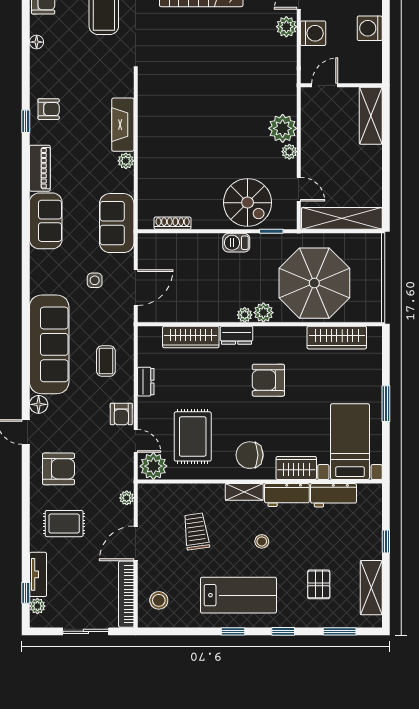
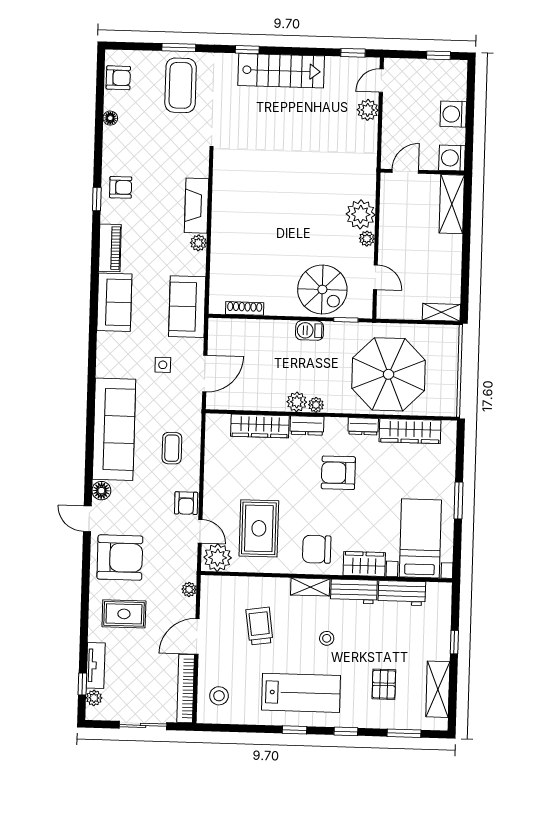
washing machine: (313, 33) -> (452, 158), moved, turned 180
shelving: (342, 218) -> (441, 312), width x0.45, depth x0.75
plant: (263, 313) -> (297, 402), moved
dresser: (146, 382) -> (363, 426), moved, turned 90
armchair: (58, 469) -> (120, 558), width x1.36, depth x1.36

